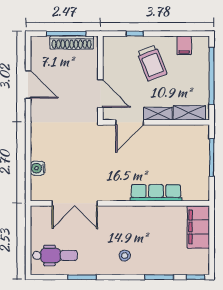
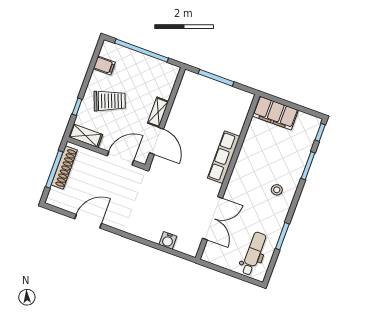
shelving: (189, 113) -> (86, 136), moved, turned 90
row of seats: (156, 193) -> (224, 157), moved

